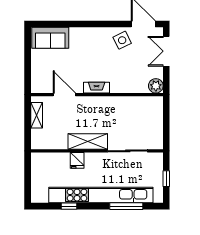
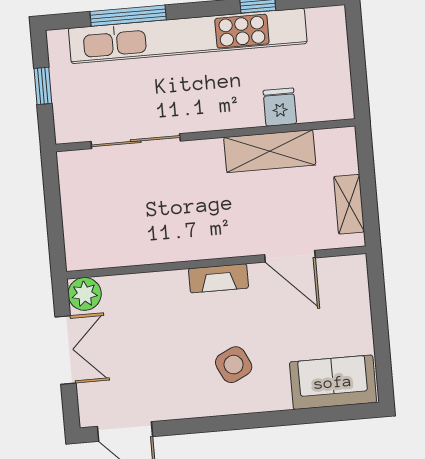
side table: (122, 40) -> (234, 365), moved
double door: (166, 51) -> (66, 350), moved
shelving: (88, 141) -> (270, 151), moved
fridge: (77, 160) -> (280, 107), moved

